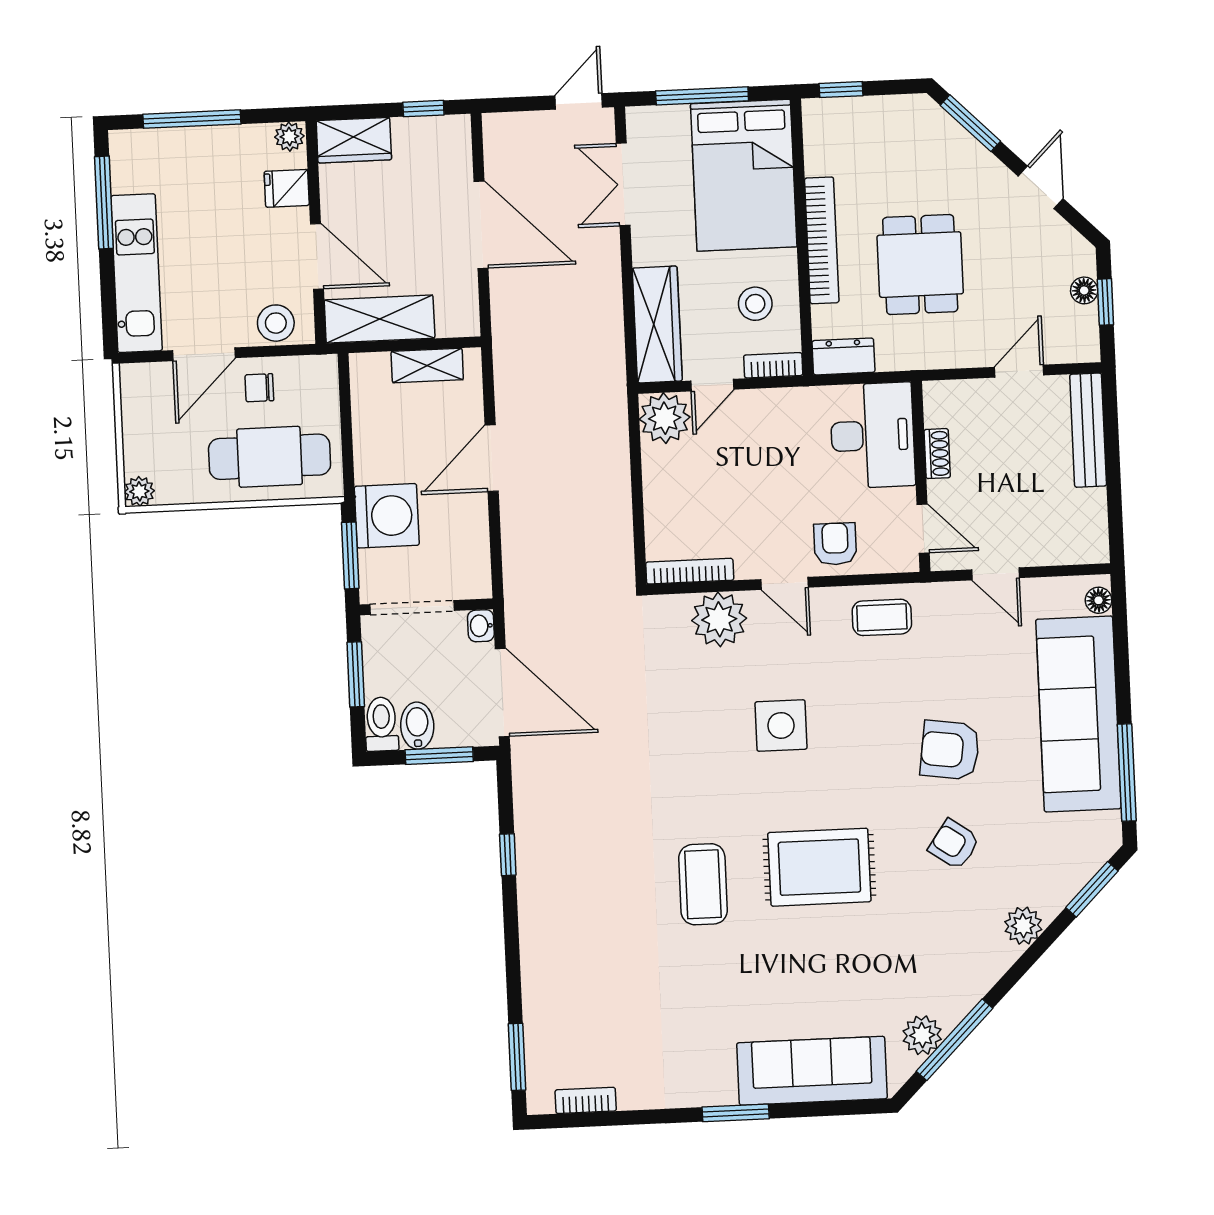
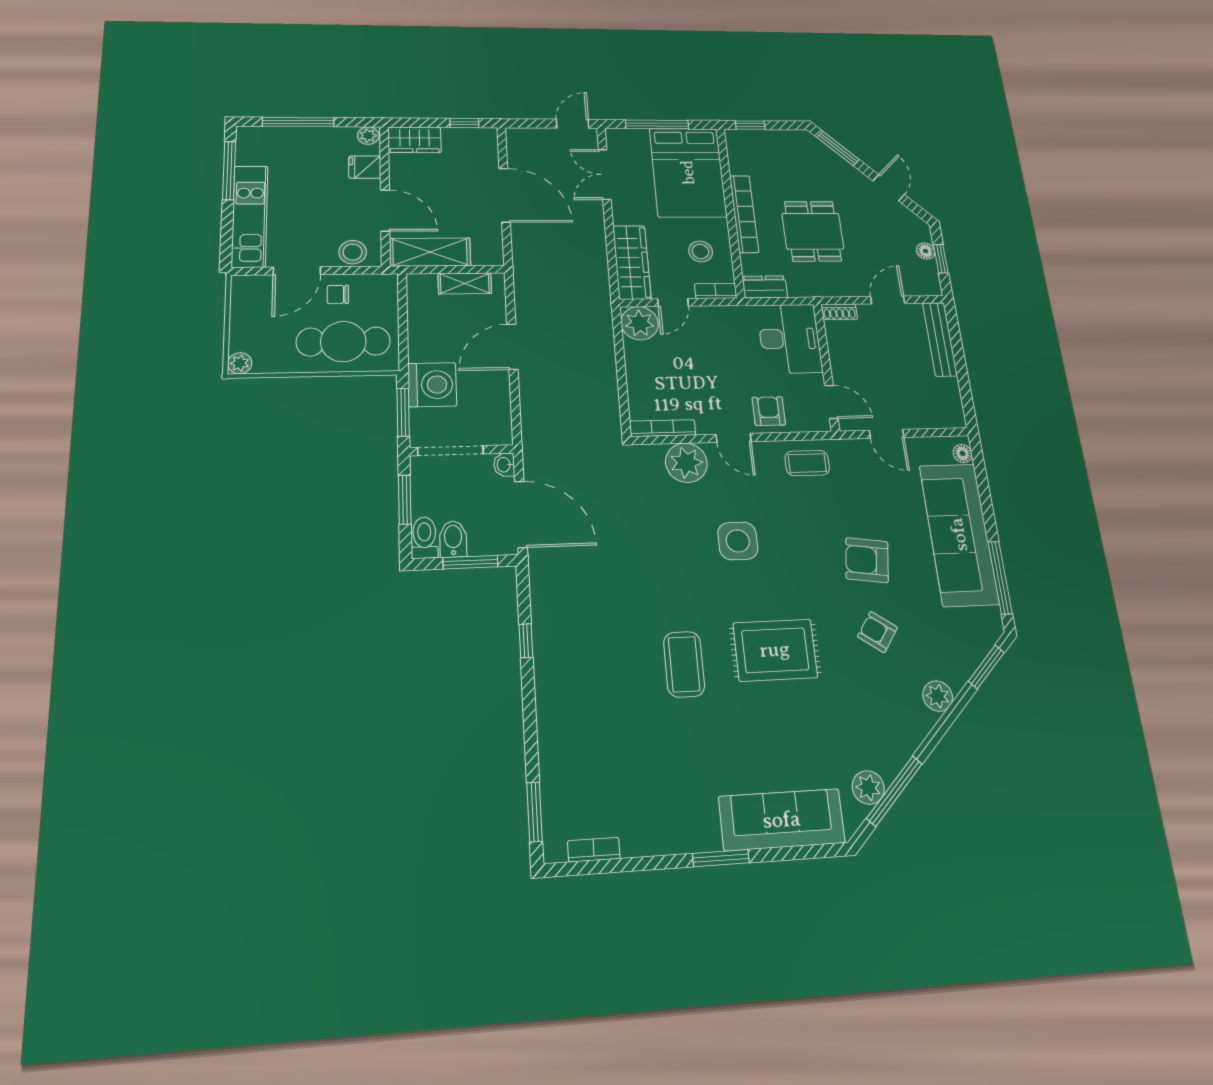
shoe rack: (937, 454) -> (839, 312), moved, turned 90

